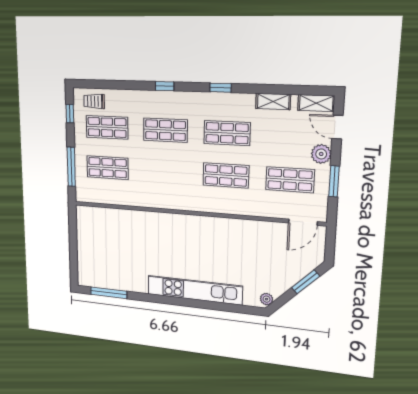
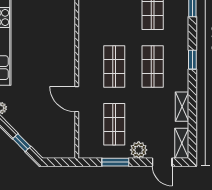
door: (337, 127) -> (162, 162), swing flipped
door: (303, 222) -> (77, 99), moved
window: (306, 282) -> (22, 143), width x0.67

